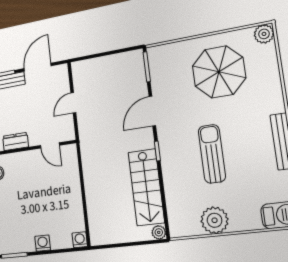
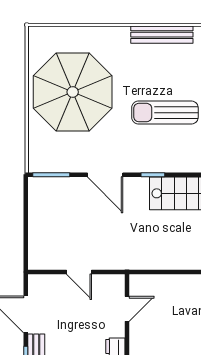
plant: (264, 34) -> (39, 37), removed
parasol: (219, 72) -> (73, 92), width x1.36, depth x1.36

